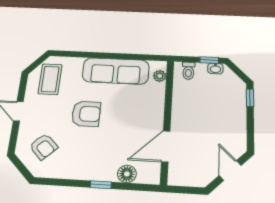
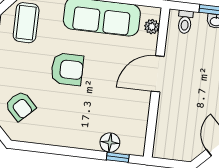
door: (166, 146) -> (158, 74), moved
window: (101, 185) -> (118, 157), moved

